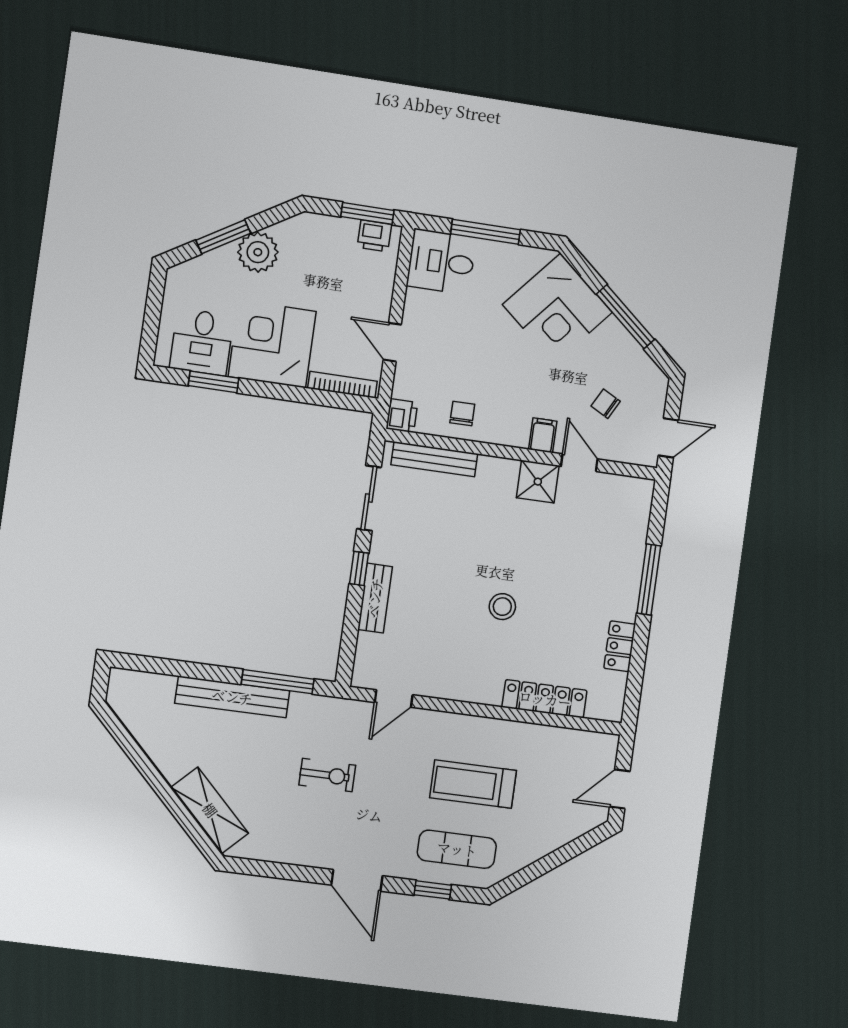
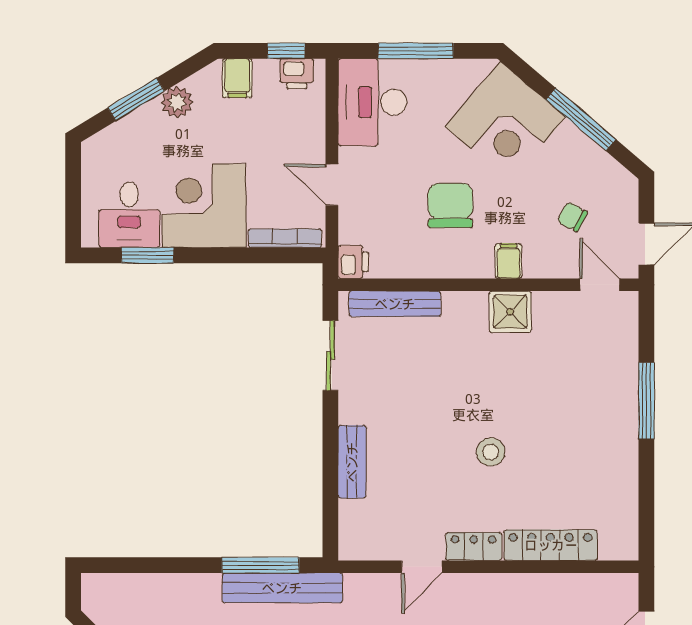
window: (367, 213) -> (286, 51), width x0.67
filing cabinet: (319, 232) -> (237, 78), added
plant: (258, 252) -> (177, 102), width x0.73, depth x0.73
desk: (441, 262) -> (372, 102), width x1.37
chair: (462, 414) -> (450, 205), moved, width x1.87, depth x1.87
door: (579, 463) -> (600, 285), moved
window: (359, 568) -> (330, 432), removed
locker: (620, 646) -> (474, 546), moved, turned 90
bench: (232, 697) -> (282, 588), moved
door: (394, 699) -> (422, 567), moved

